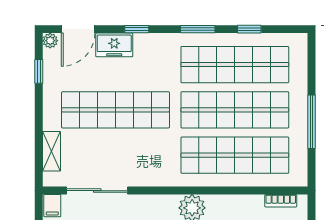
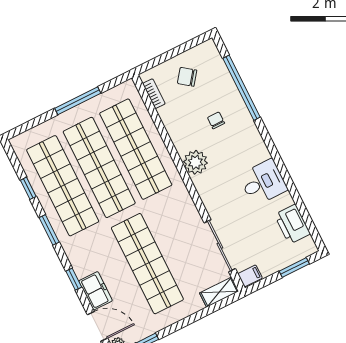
shelving: (52, 151) -> (219, 292), moved

